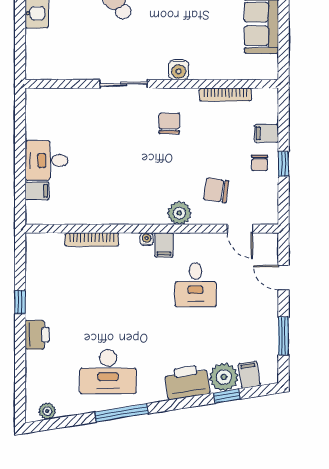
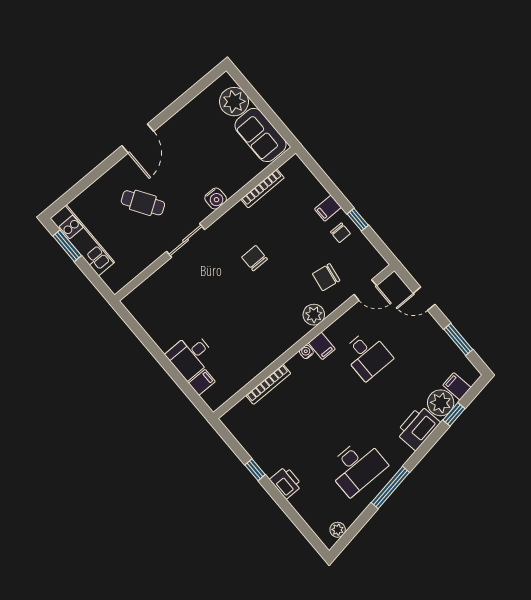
water cooler: (179, 70) -> (216, 199), moved
sliding door: (124, 84) -> (186, 240), moved
wall: (152, 84) -> (205, 224), moved
bookcase: (225, 95) -> (262, 188), moved

